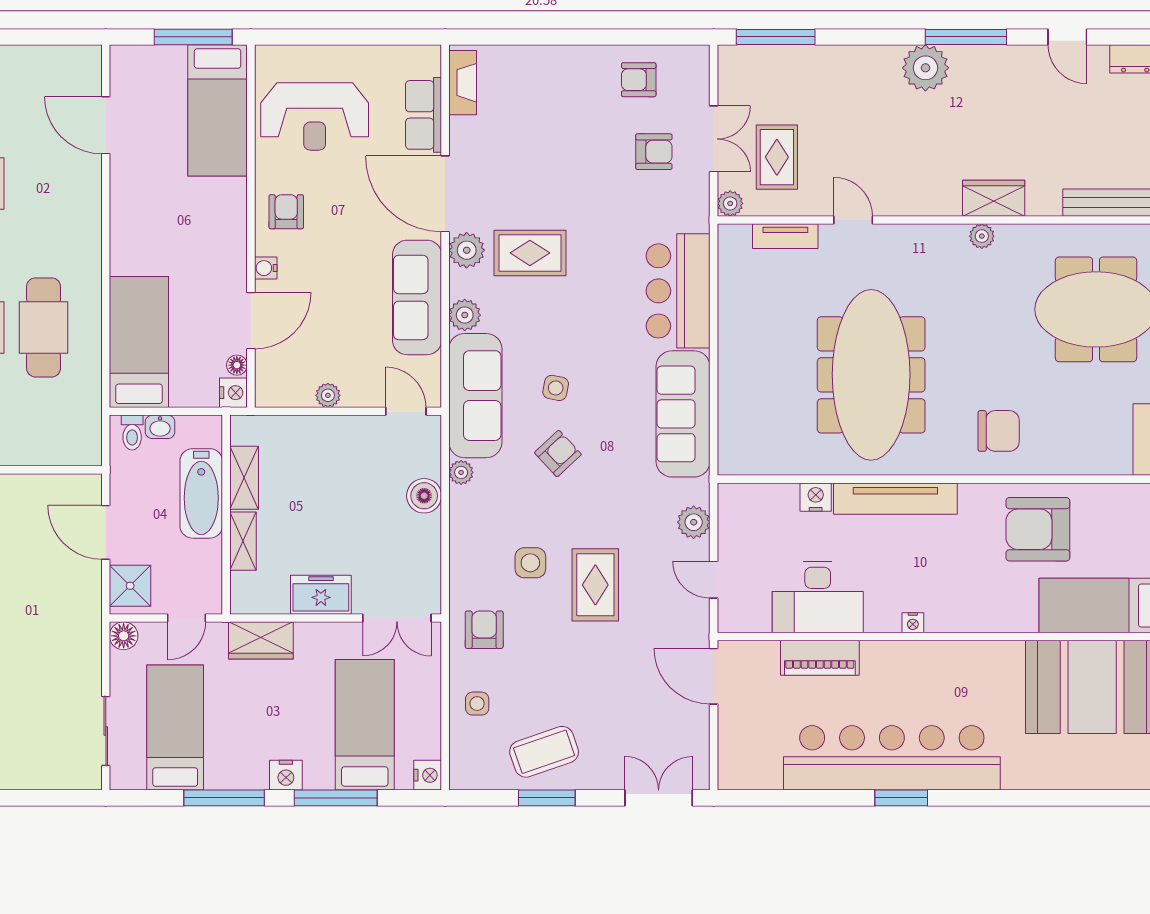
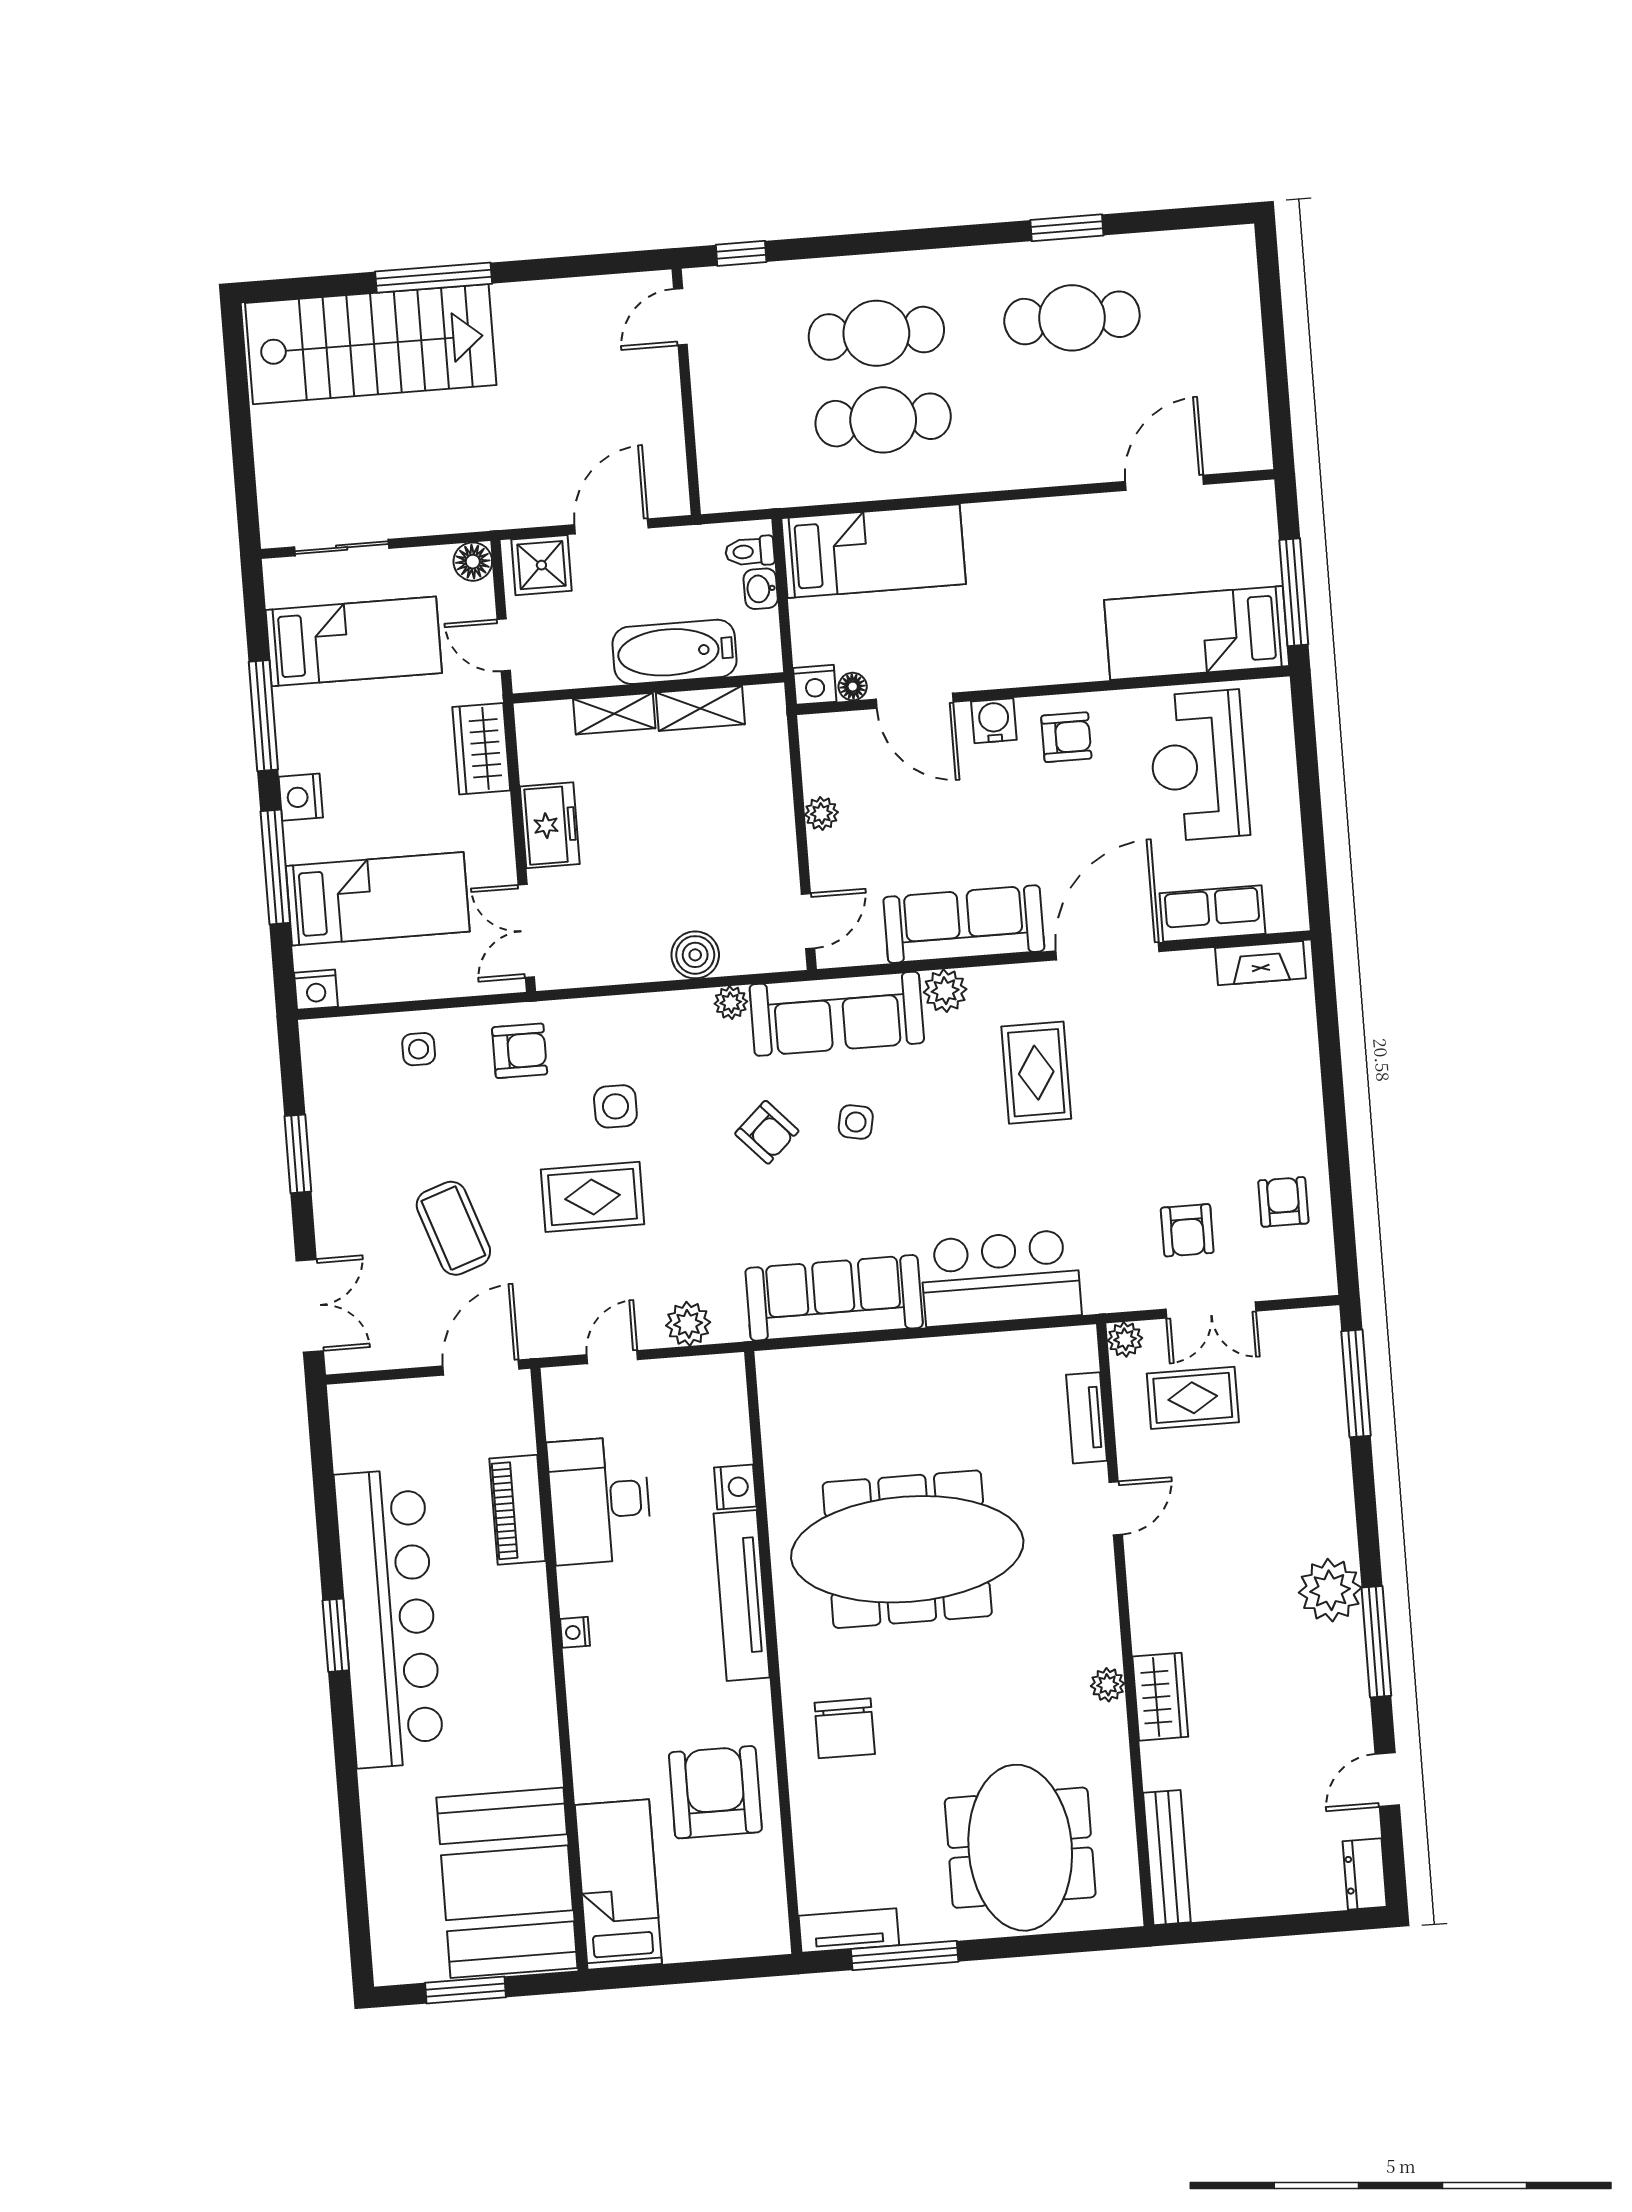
plant: (467, 250) -> (1033, 987), removed
water cooler: (266, 268) -> (994, 721), width x1.38, depth x1.38
coffee table: (544, 752) -> (453, 1228), moved

